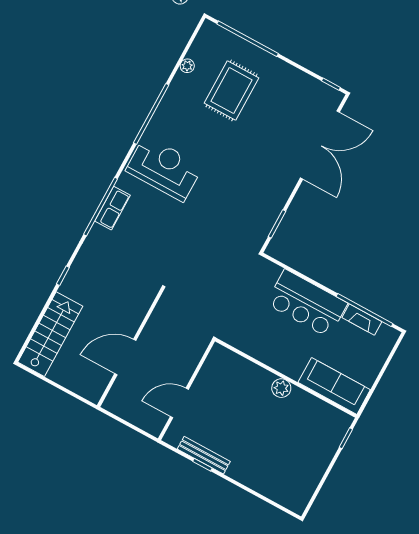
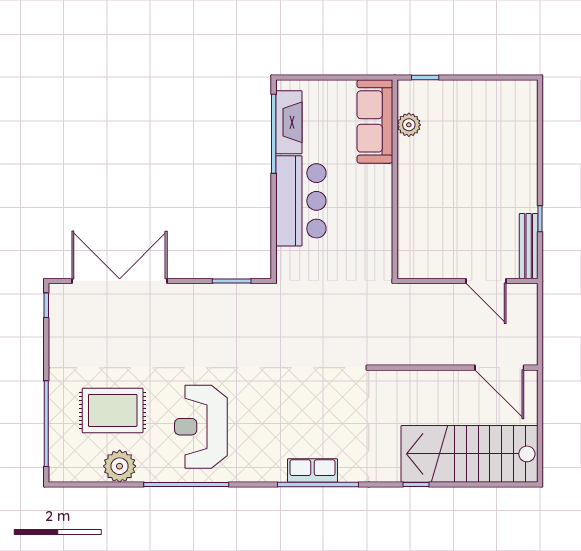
plant: (187, 66) -> (120, 466), width x1.88, depth x1.88
reception desk: (164, 168) -> (201, 427), moved
fireplace: (362, 320) -> (289, 122), width x1.37, depth x1.32
stairs: (50, 334) -> (469, 454), width x1.36, depth x1.51
door: (125, 357) -> (499, 368), moved
plant: (281, 388) -> (409, 125), moved
bench: (204, 455) -> (529, 246), moved

